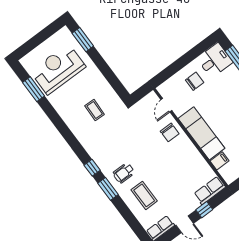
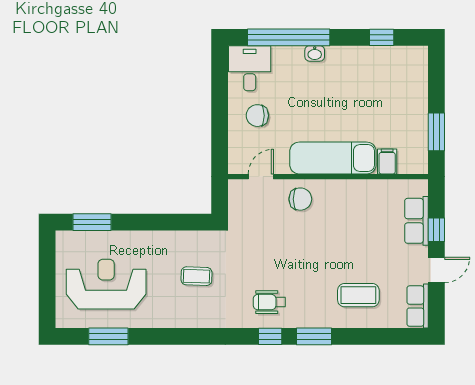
reception desk: (58, 69) -> (106, 284), turned 90
chair: (195, 81) -> (257, 116), turned -90
door: (166, 105) -> (261, 177), swing flipped
wheelchair: (124, 173) -> (269, 302), moved, turned 90
row of seats: (210, 190) -> (416, 221), moved

